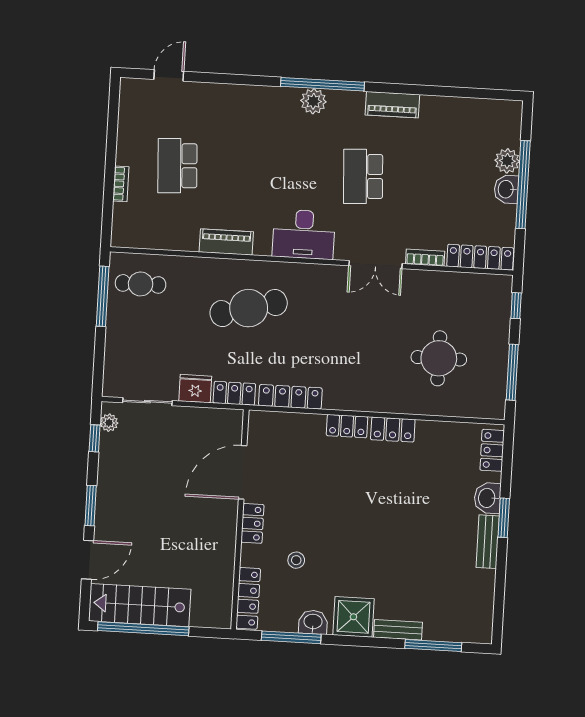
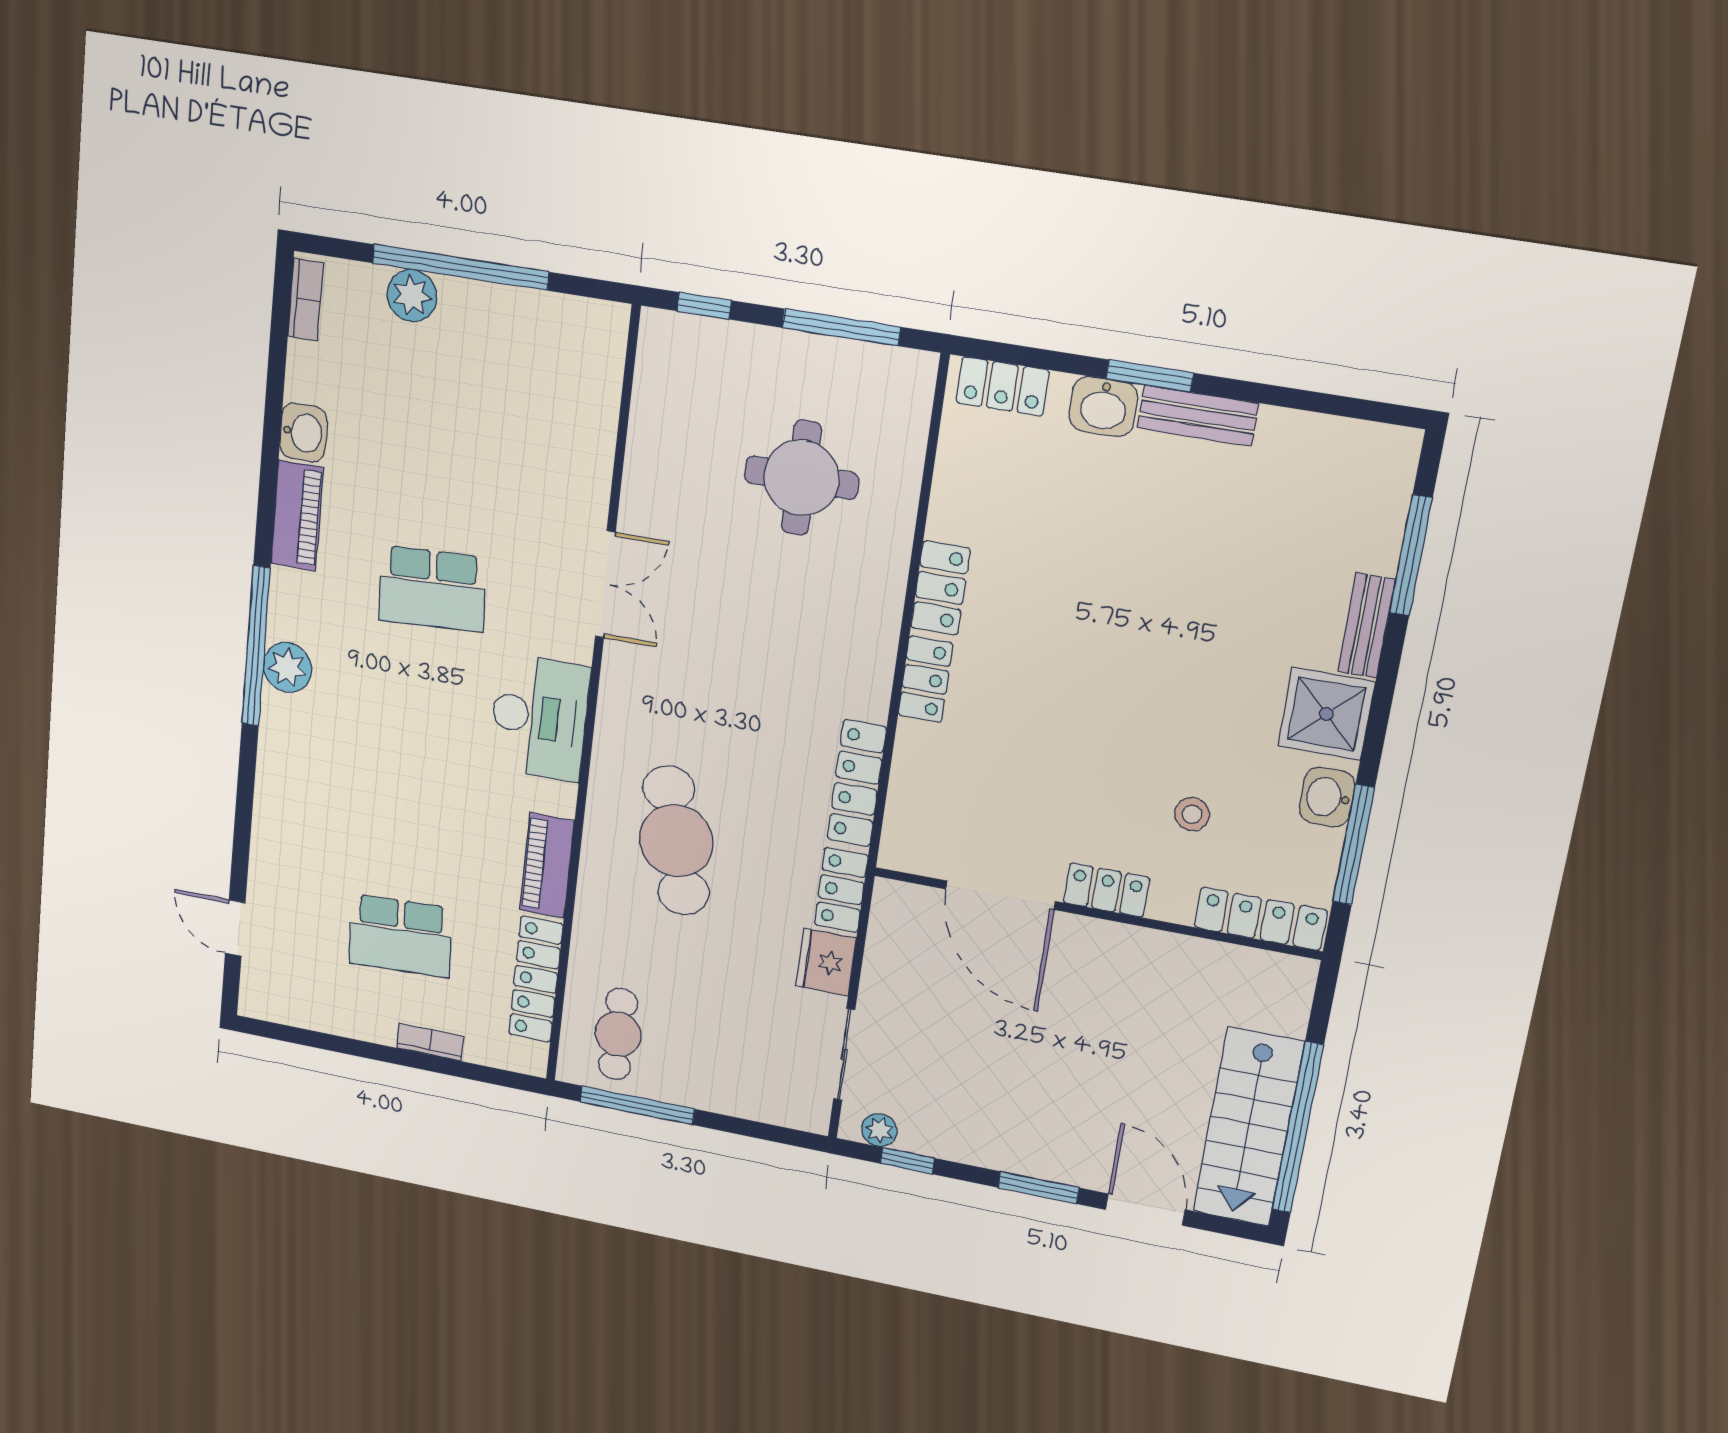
washbasin: (506, 189) -> (303, 432), moved, turned -90
locker: (480, 257) -> (536, 979), moved
bookcase: (425, 258) -> (305, 300), moved, turned 180

